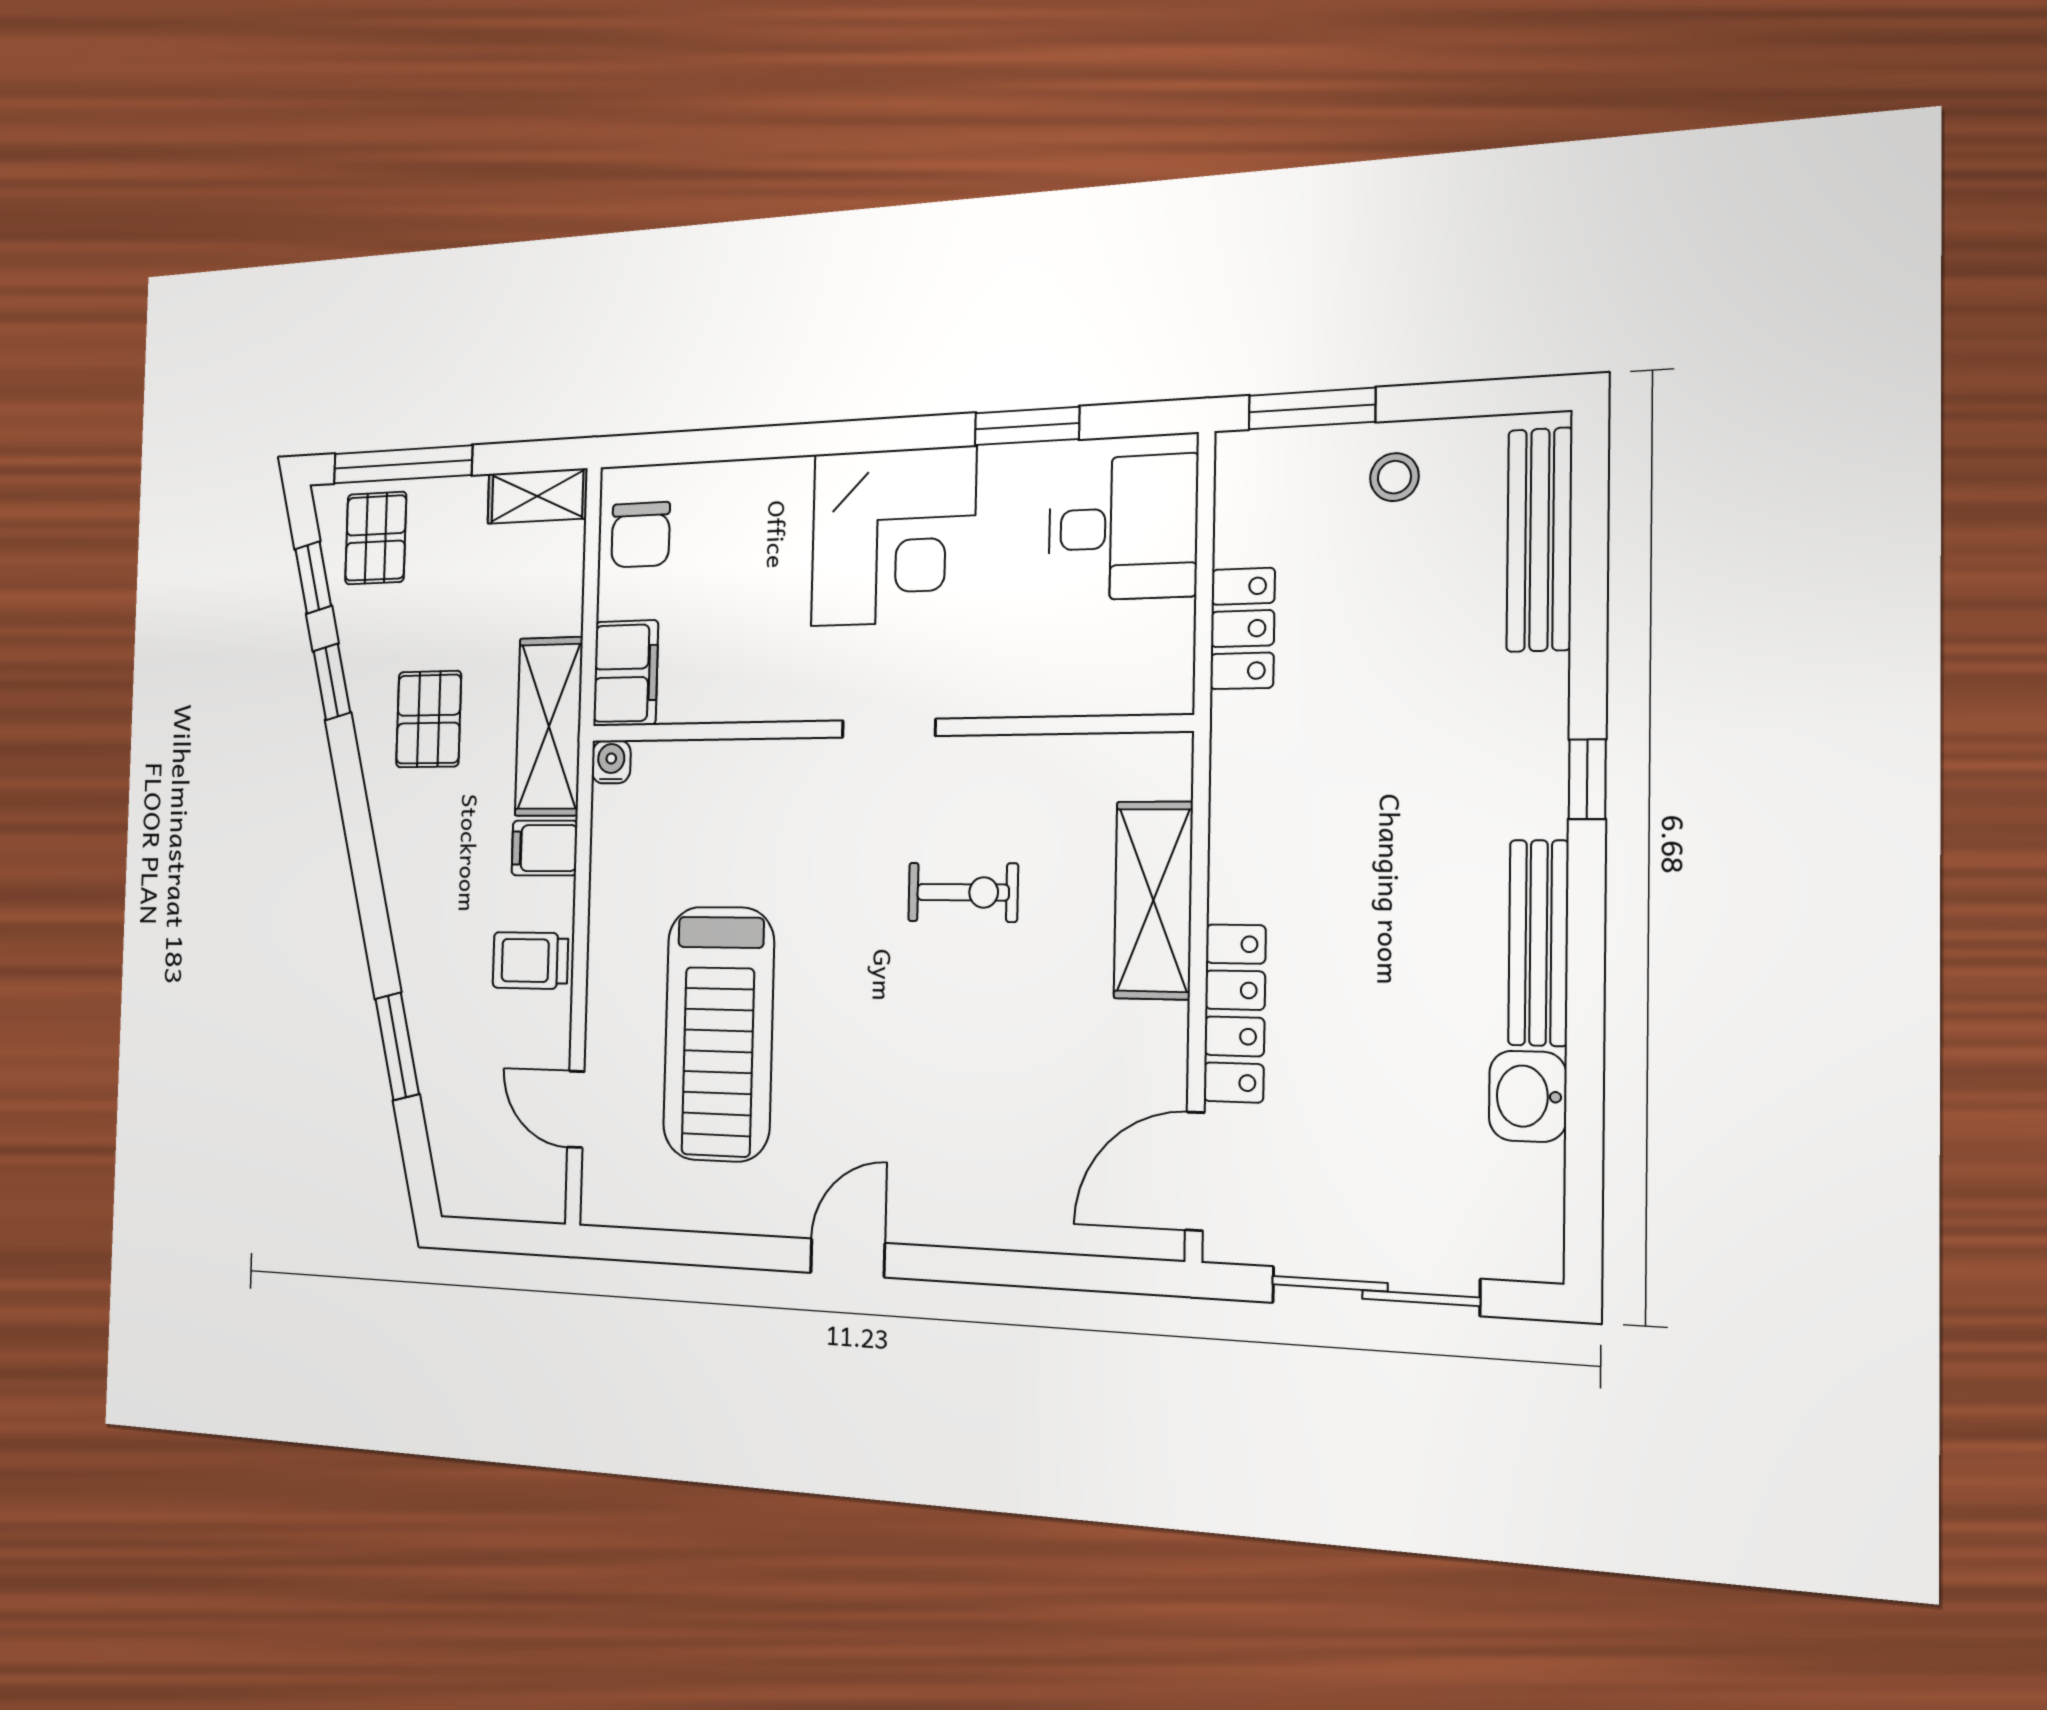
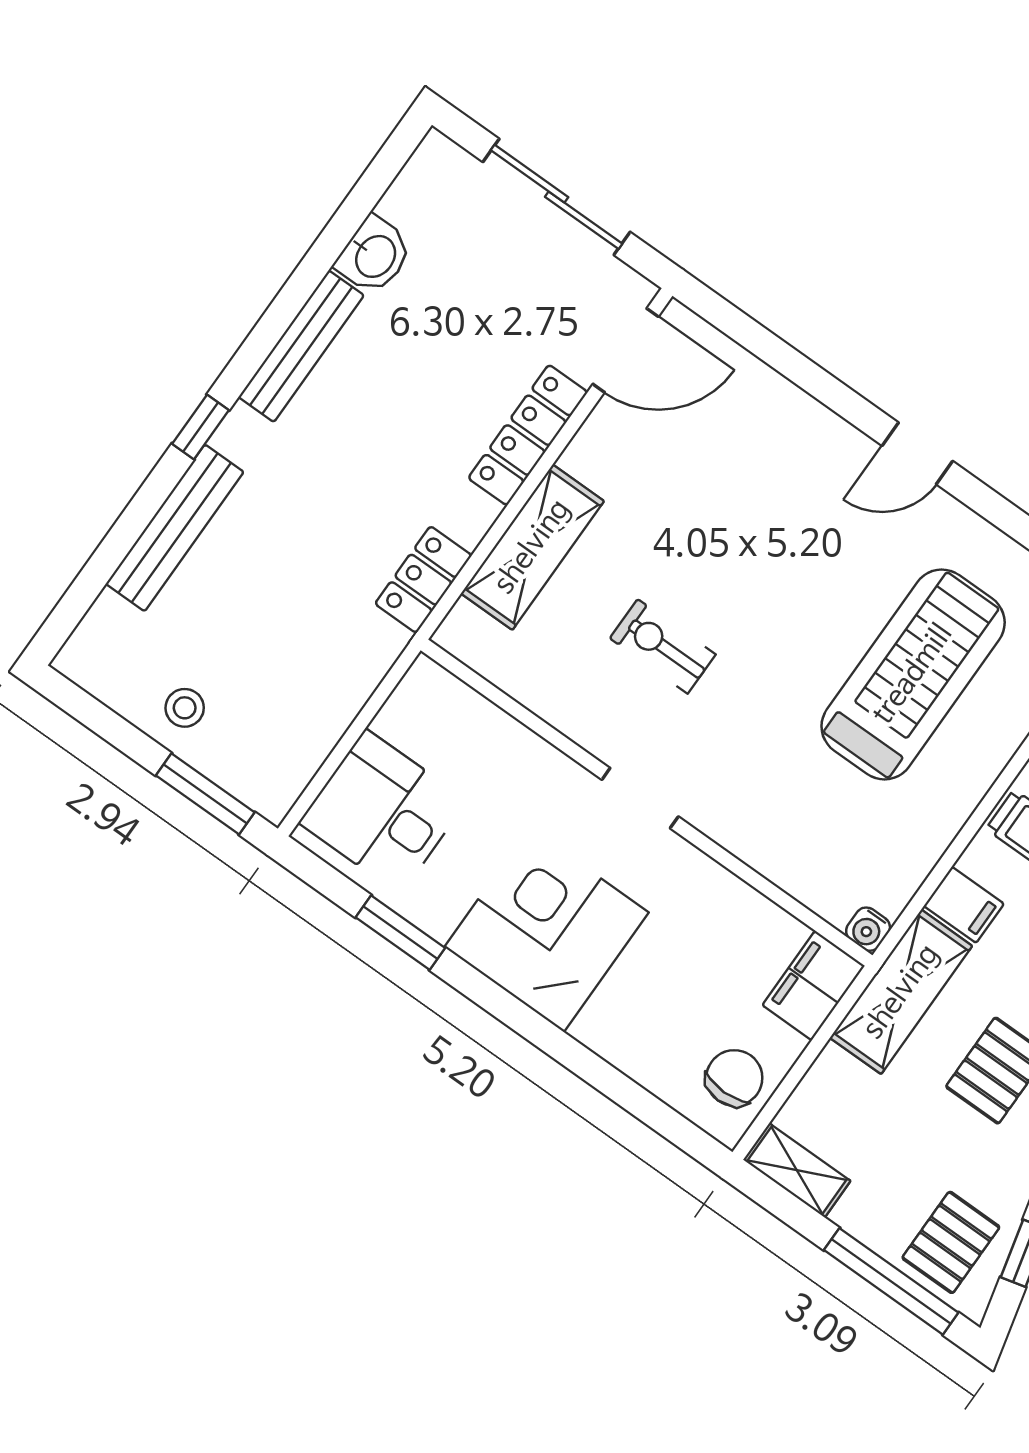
bench: (1539, 540) -> (175, 528), moved
locker: (1243, 629) -> (423, 580), moved

